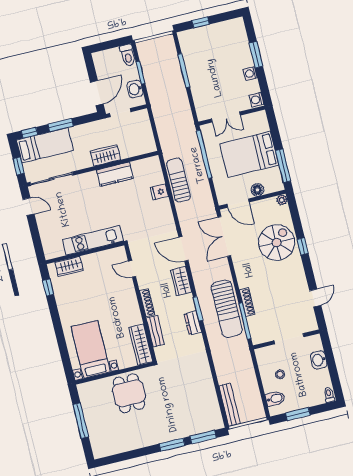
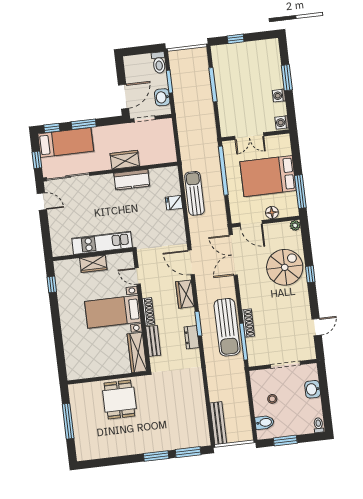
wardrobe: (69, 266) -> (93, 264), moved
bed with nightstands: (91, 349) -> (113, 312), moved, turned -90

